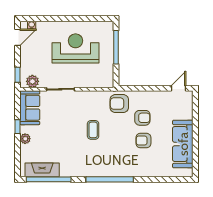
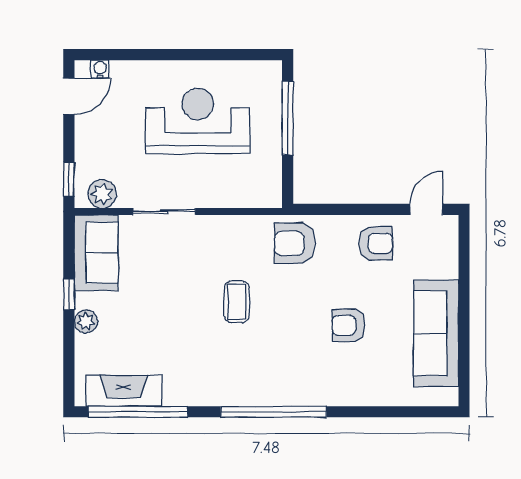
armchair: (142, 118) -> (376, 243), moved

